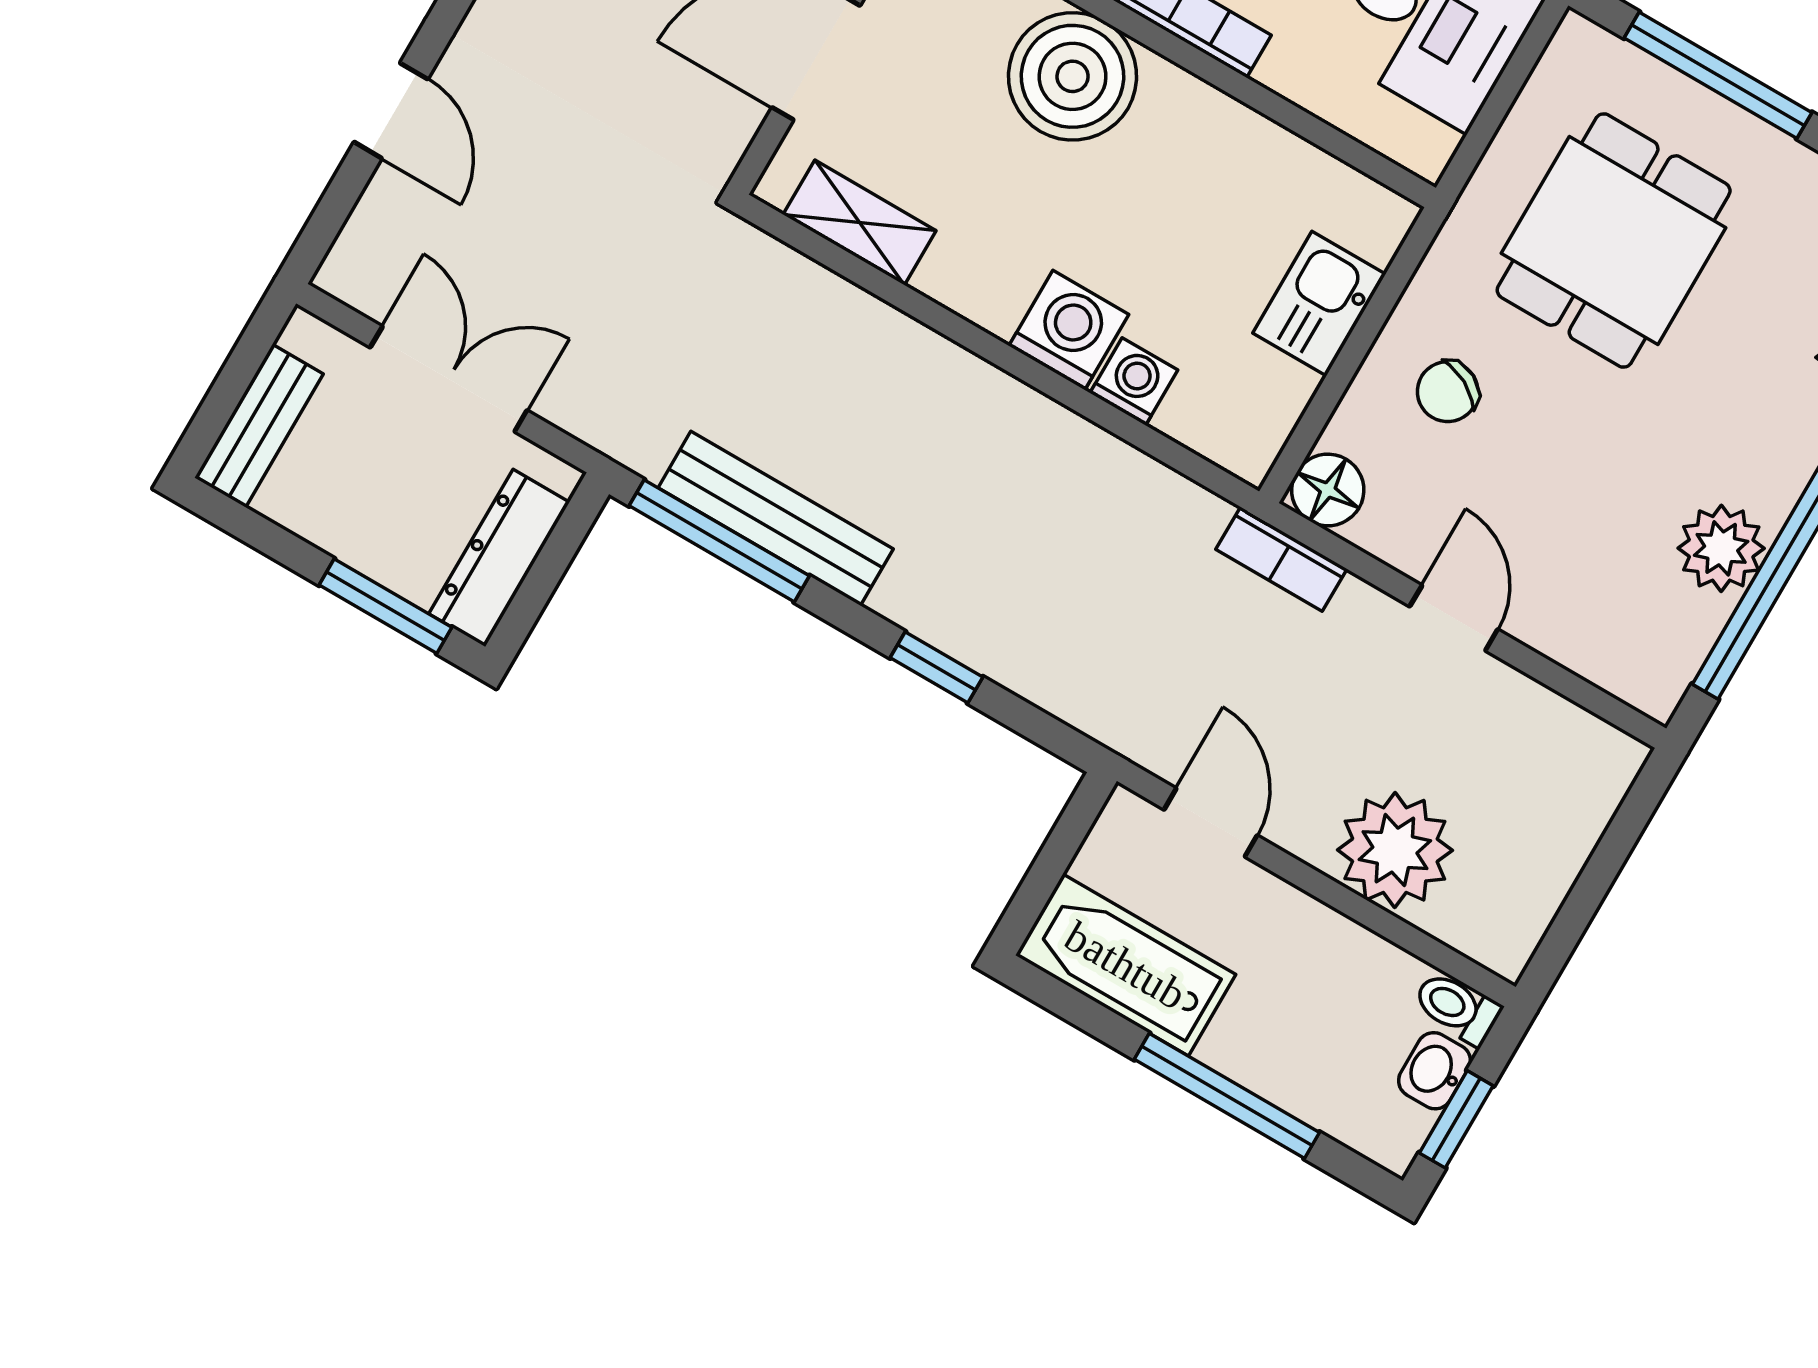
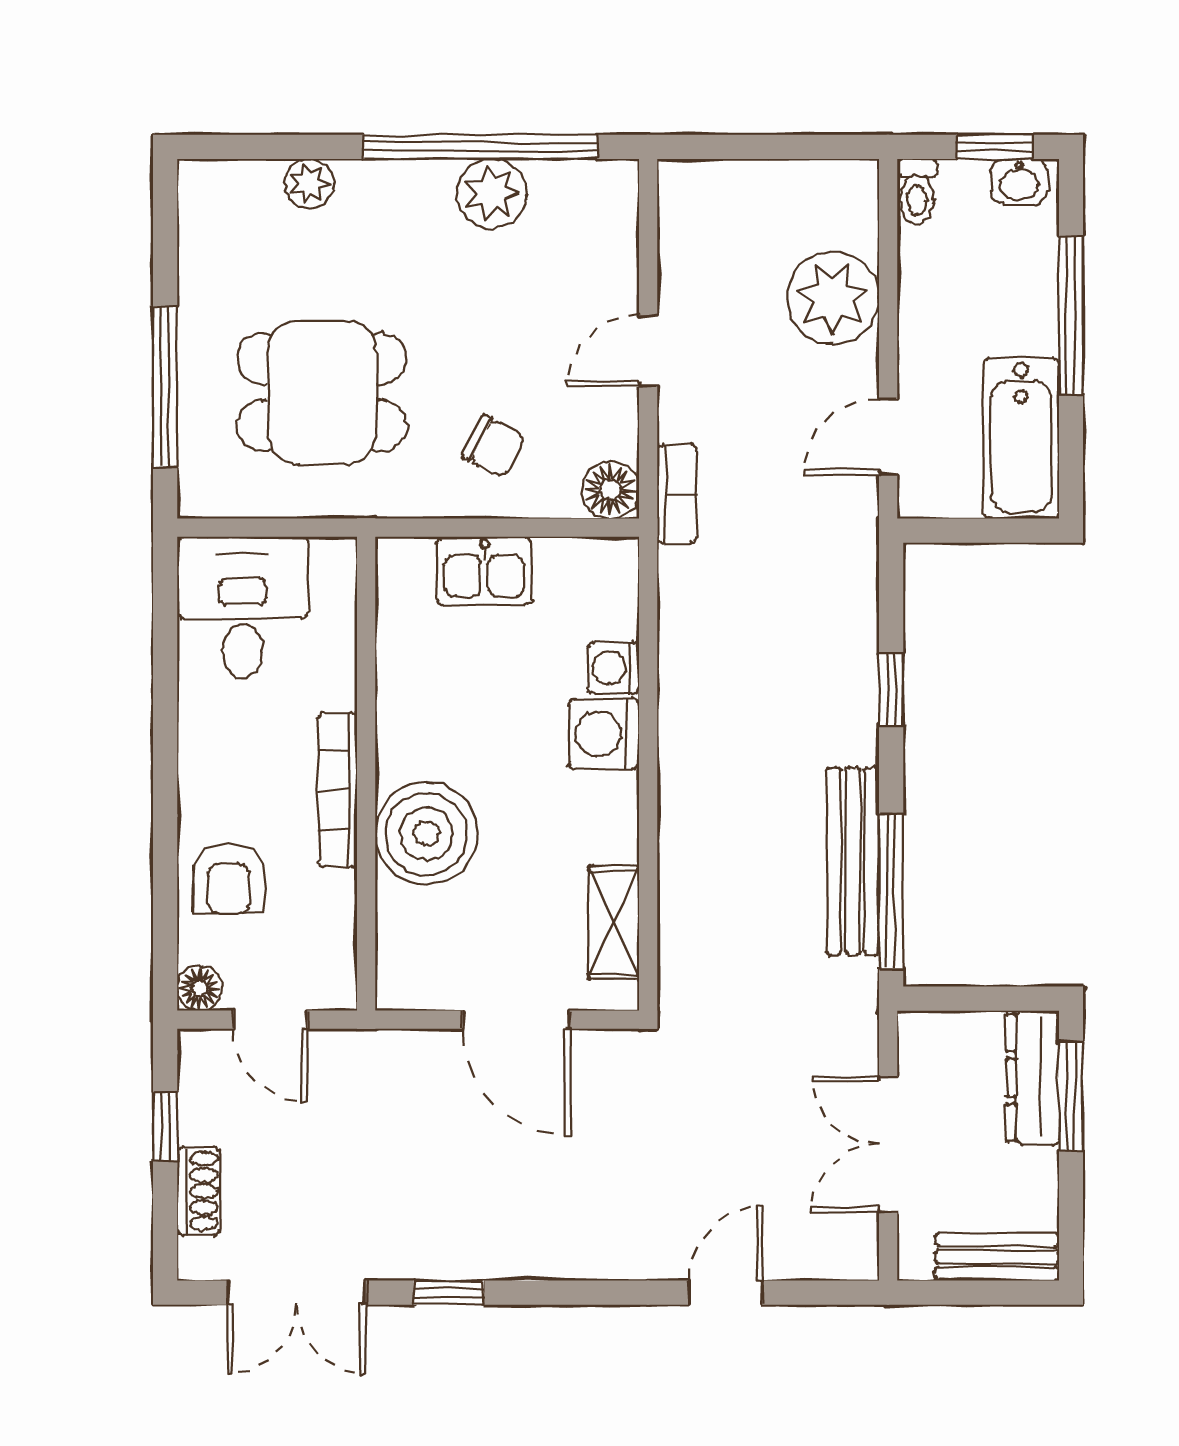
dresser: (499, 558) -> (1033, 1078), moved, turned 90
washbasin: (1435, 1071) -> (1019, 181), moved

